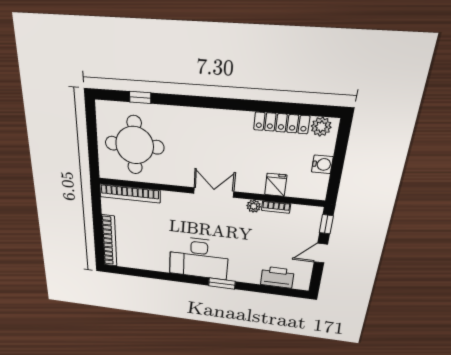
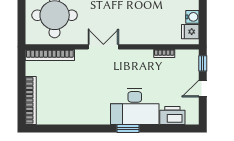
fridge: (276, 185) -> (190, 32), moved, turned -90
double door: (214, 192) -> (103, 47), moved
plant: (254, 206) -> (147, 55), removed
desk: (199, 258) -> (135, 107), moved

